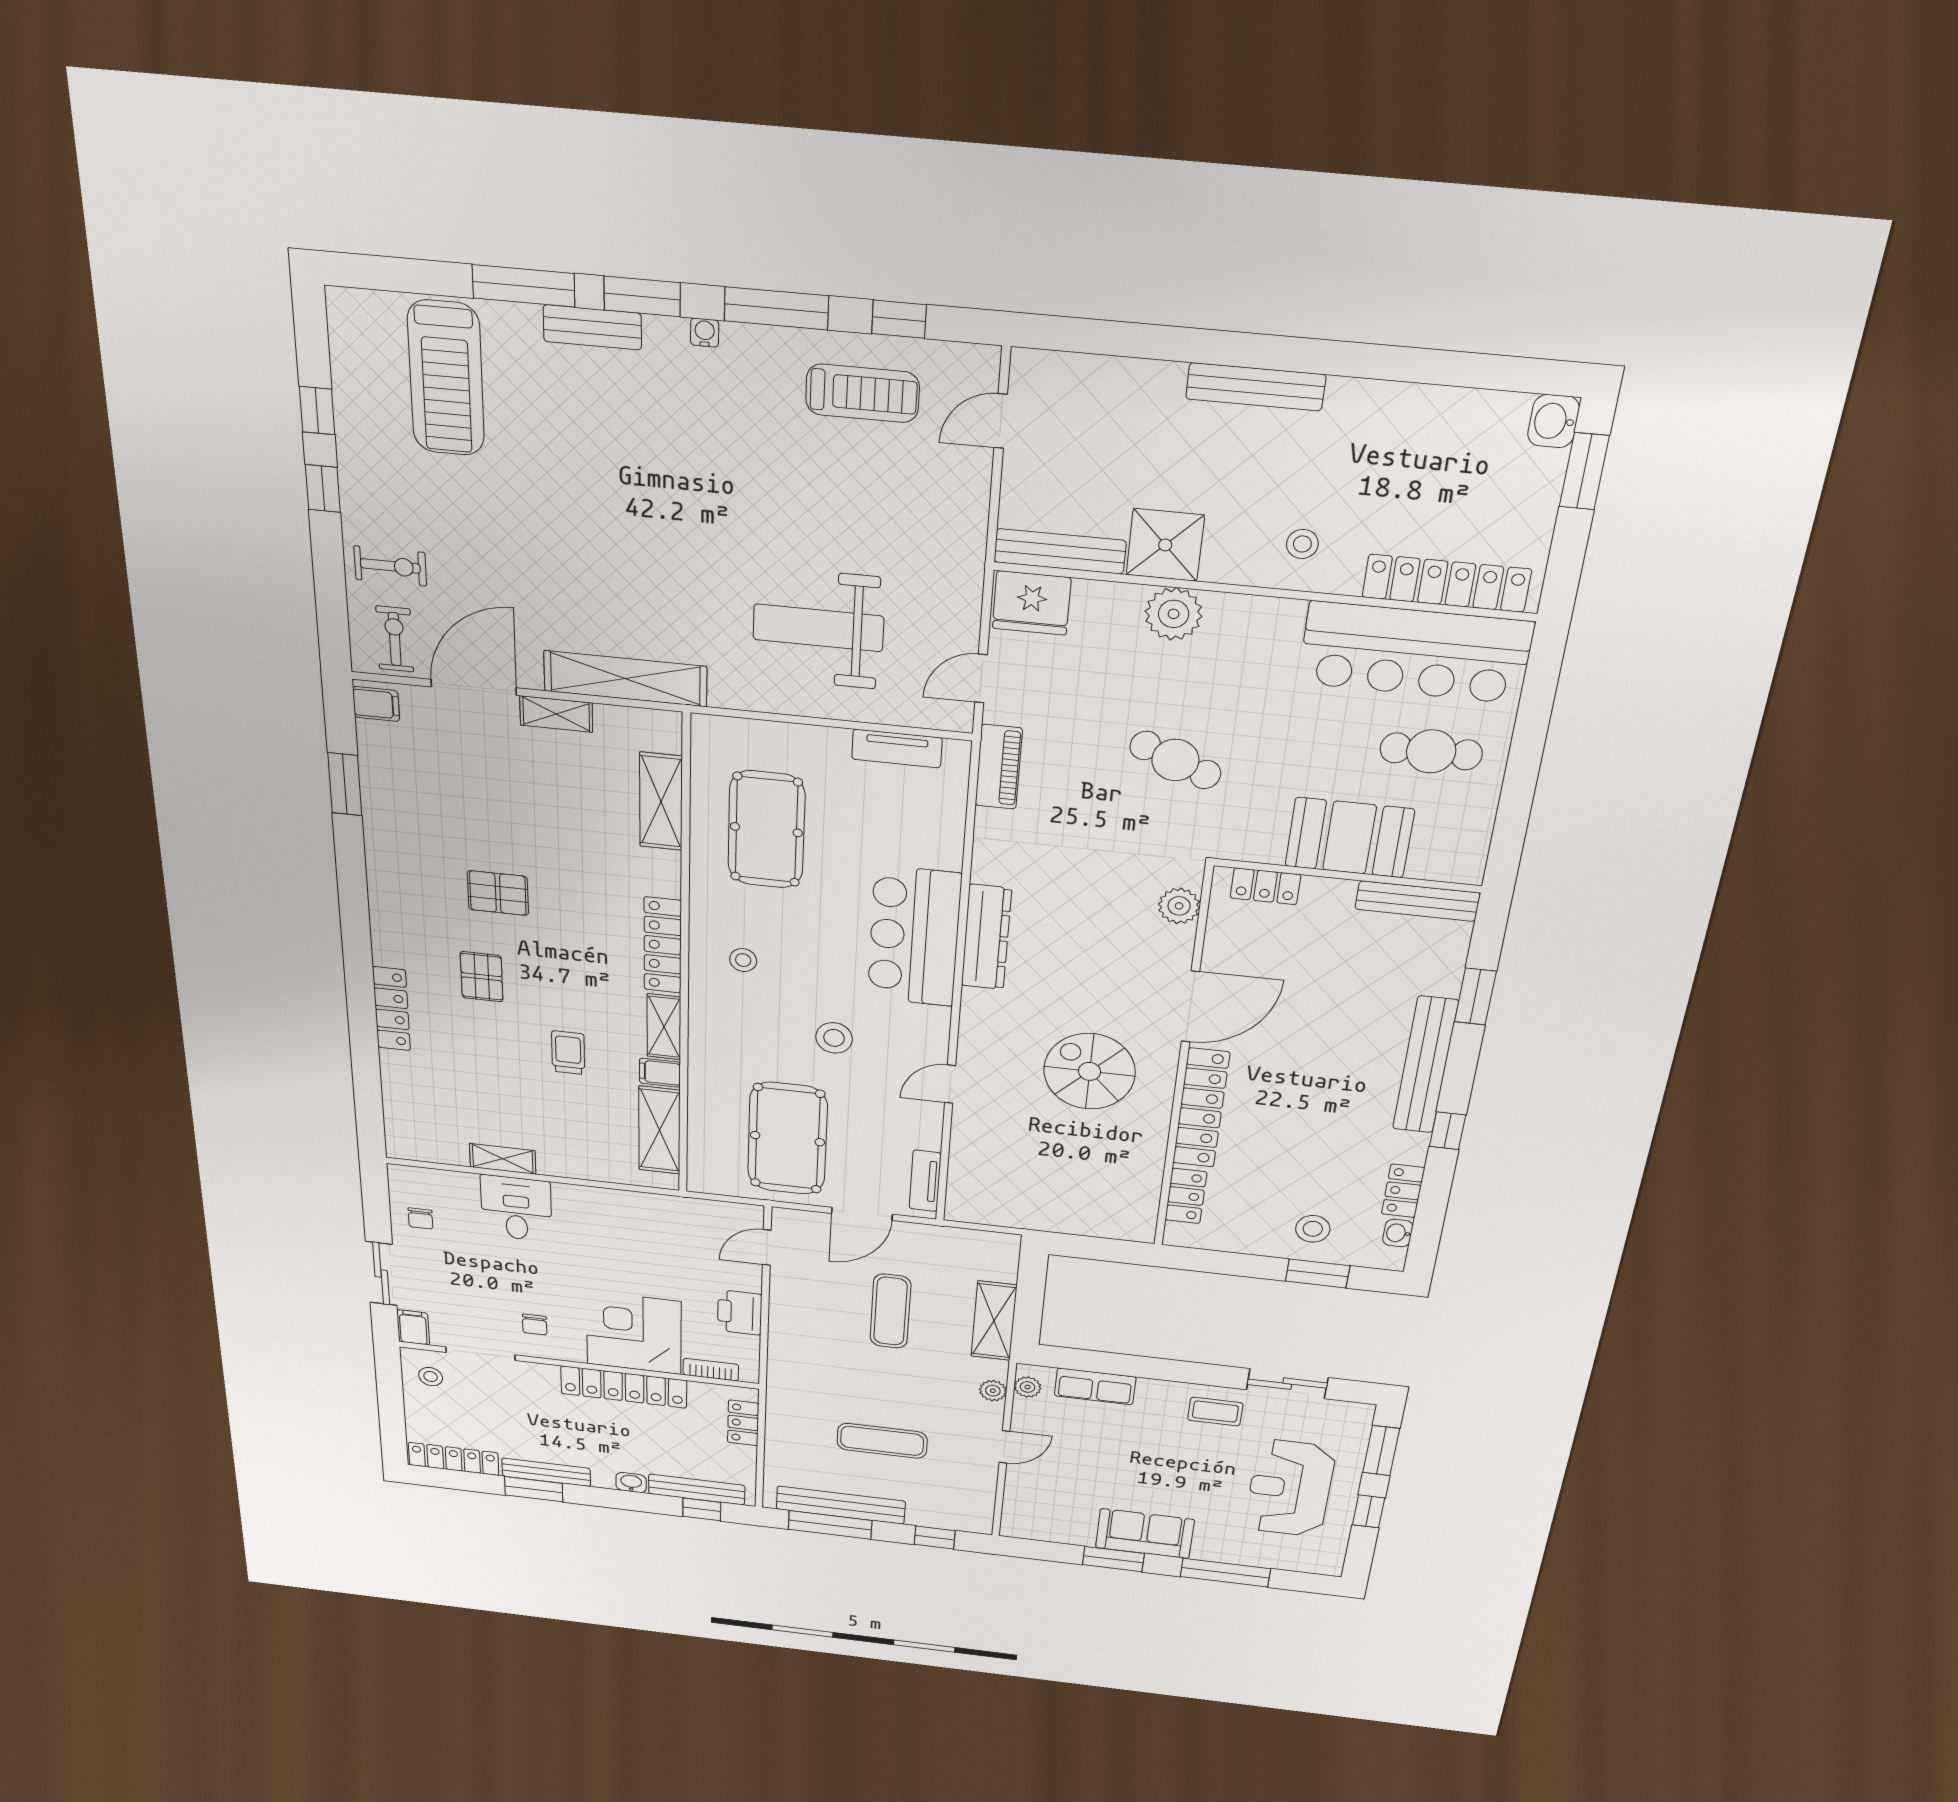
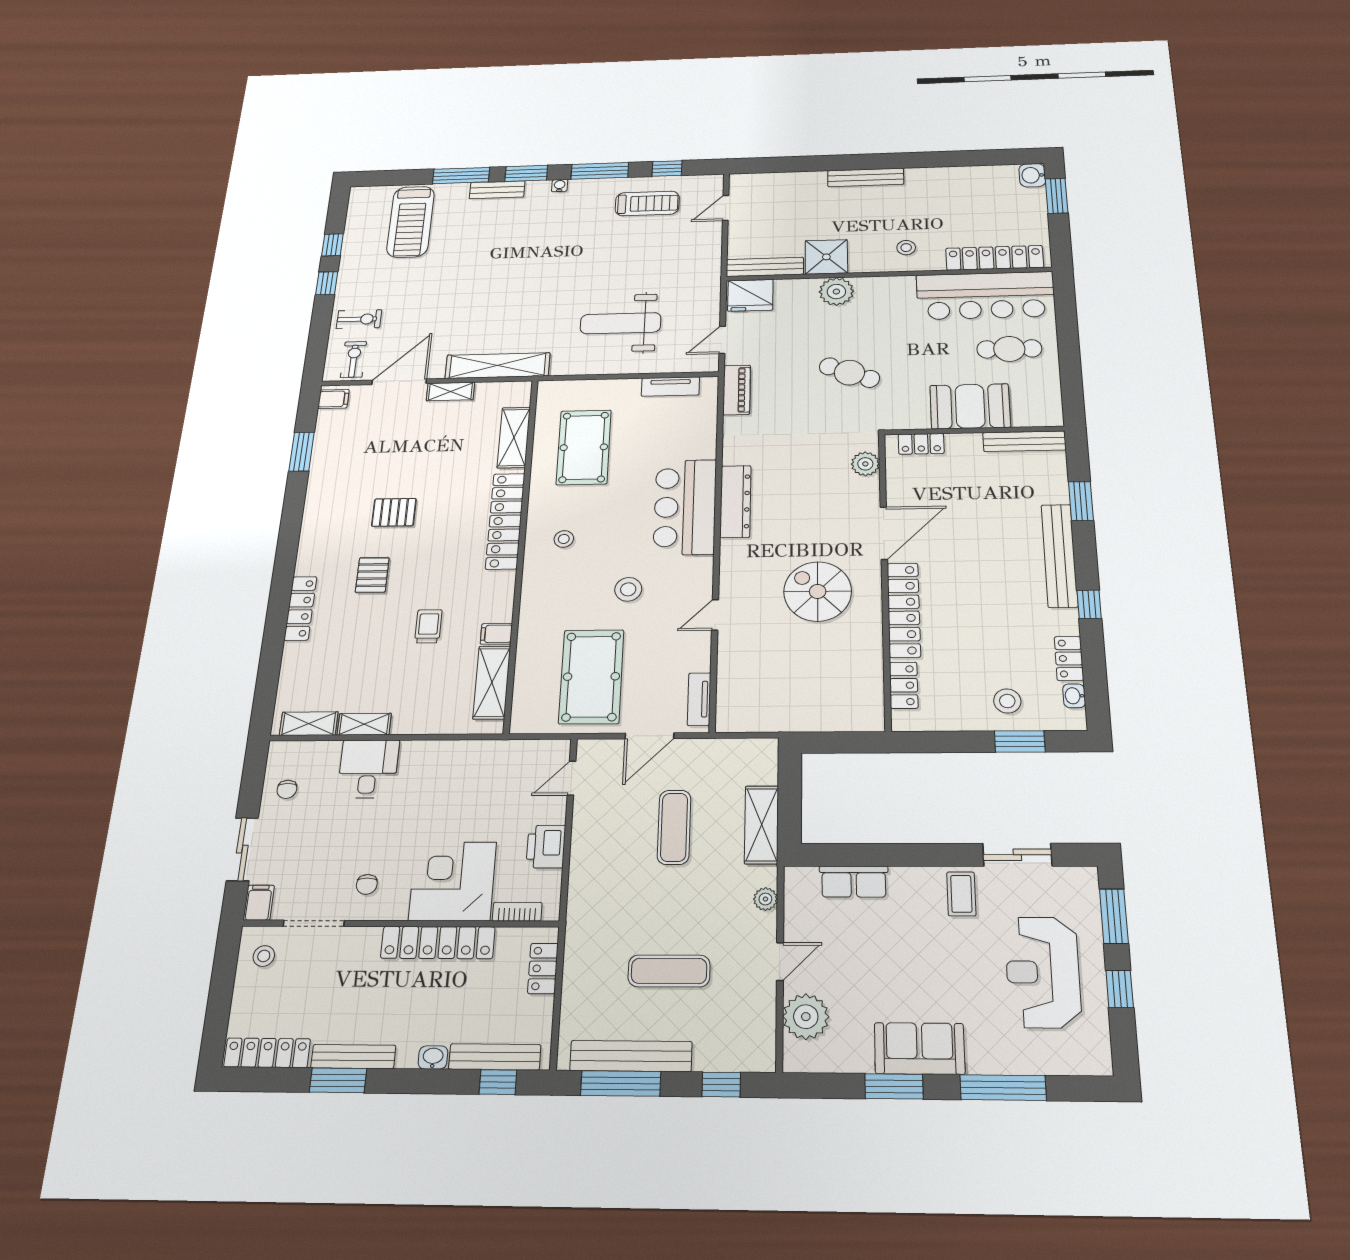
locker: (663, 945) -> (505, 521), width x1.41, depth x1.21
shelving: (664, 1027) -> (309, 724), moved, turned 90
plant: (1028, 1387) -> (806, 1017), moved, width x1.87, depth x1.87
coffee table: (1215, 1412) -> (961, 894), turned 90

